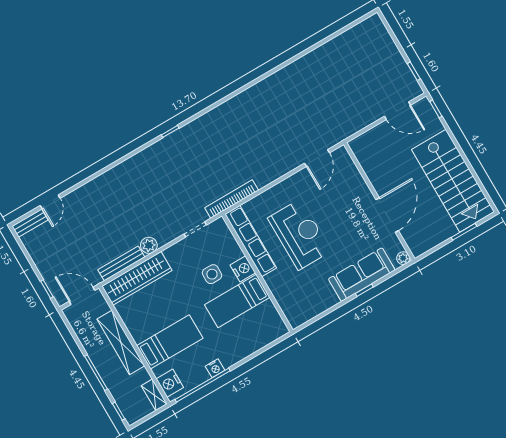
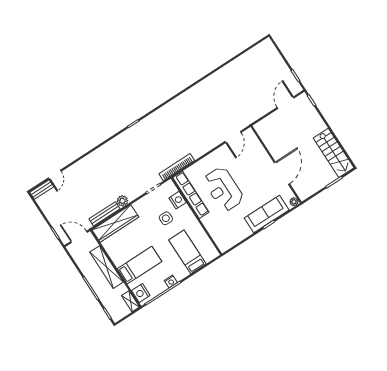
door: (397, 111) -> (286, 103), swing flipped
stairs: (453, 181) -> (334, 153), width x0.73, depth x0.66
reception desk: (299, 235) -> (223, 189), turned 180
nightstand: (243, 269) -> (178, 200), moved
bed: (237, 301) -> (187, 252), moved, turned 90

